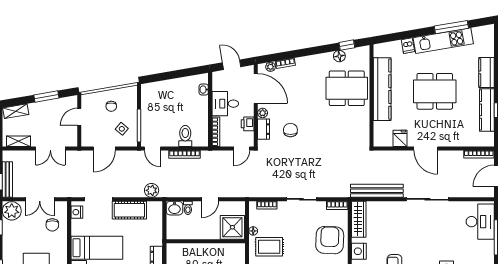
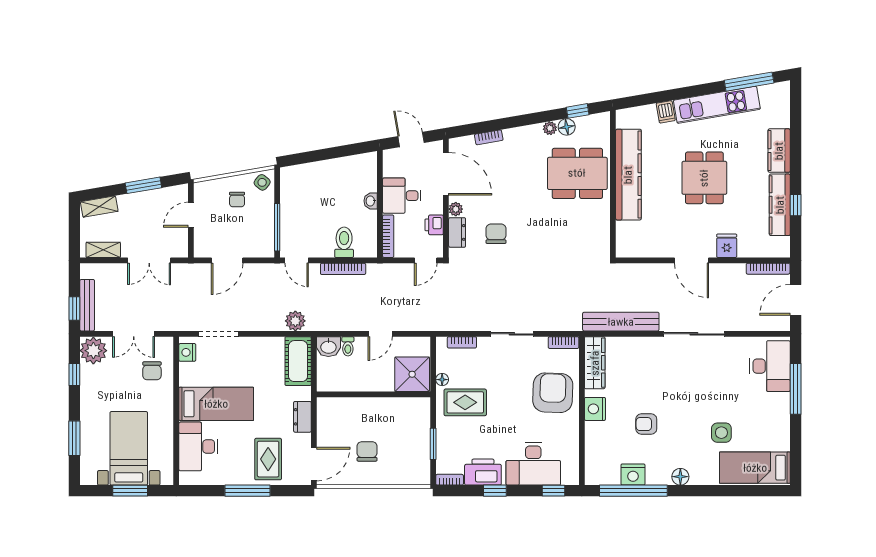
window: (451, 27) -> (749, 82), moved
plant: (271, 67) -> (550, 128), moved
washbasin: (204, 90) -> (371, 201), moved
dining table: (435, 91) -> (704, 178), width x0.73
side table: (122, 129) -> (262, 182), moved
fridge: (400, 138) -> (727, 246), moved
cot: (129, 210) -> (298, 361), moved, turned 90

